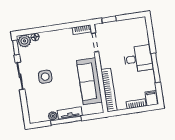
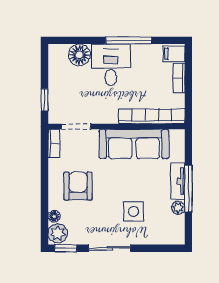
floor lamp: (141, 37) -> (79, 55), added
armchair: (57, 49) -> (78, 186), added
side table: (45, 77) -> (134, 212), moved

